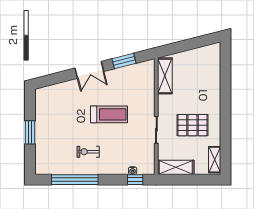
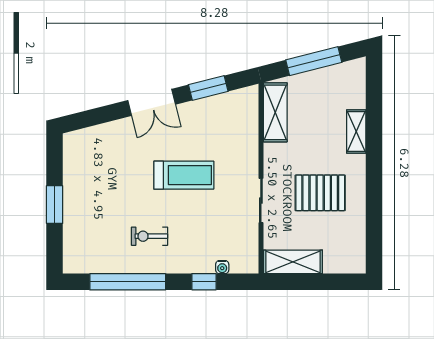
window: (189, 45) -> (314, 61), added
shelving: (215, 160) -> (356, 131), moved
window: (135, 180) -> (204, 282), moved

